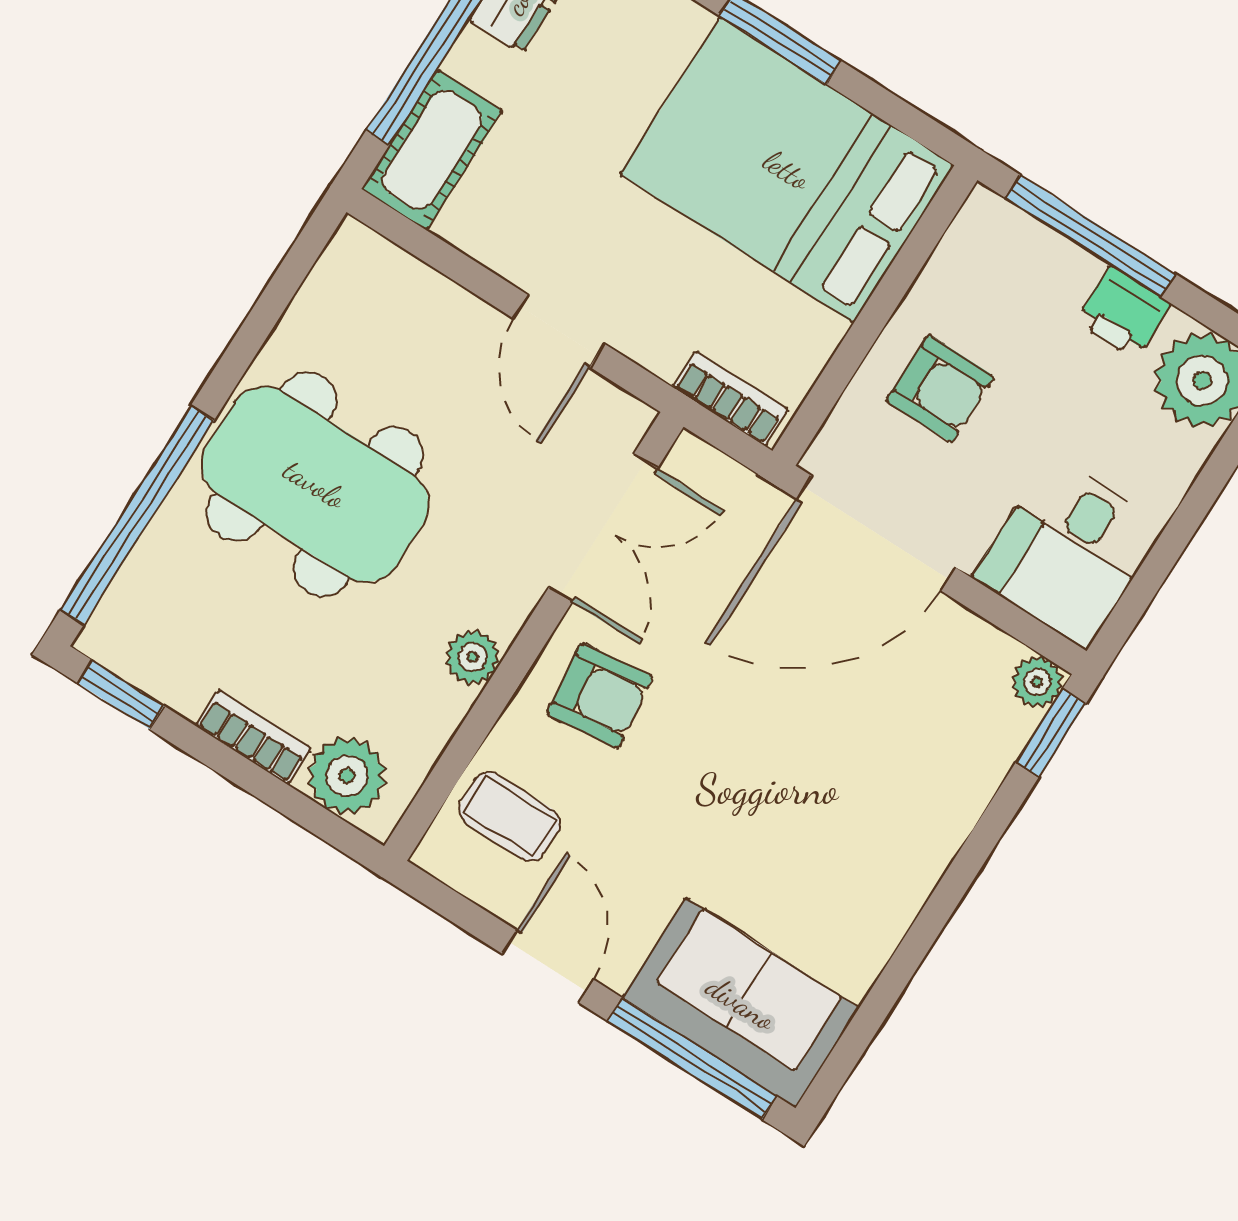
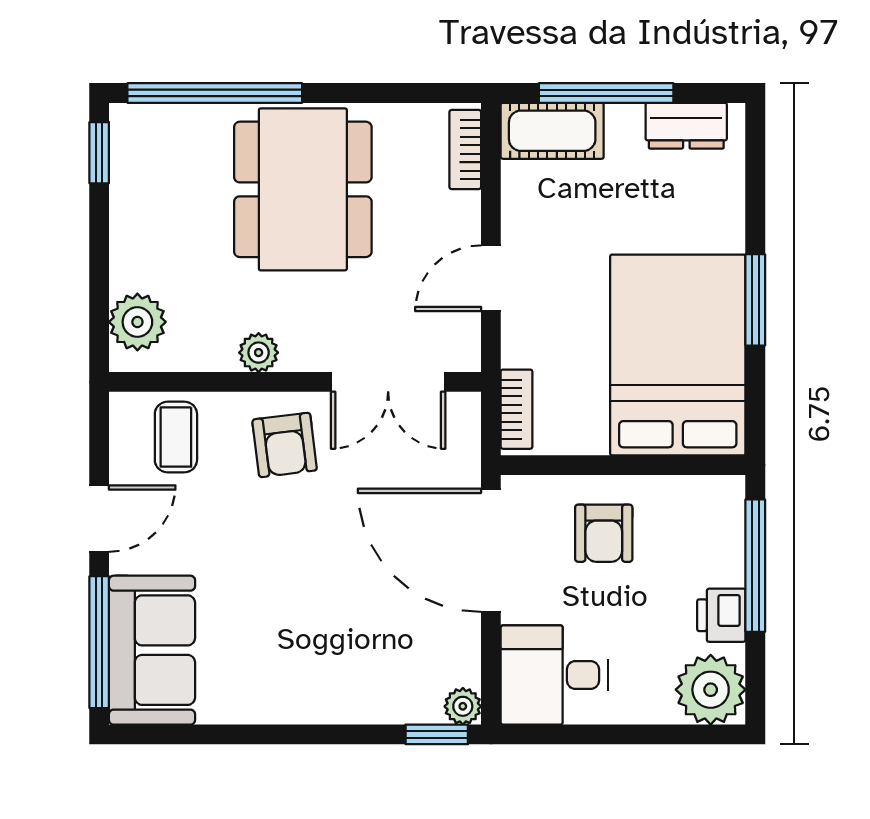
bookcase: (254, 737) -> (465, 150), moved, turned 180

